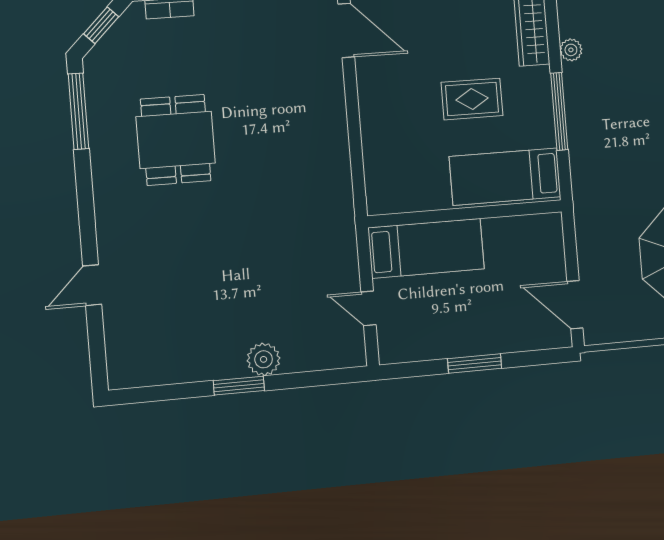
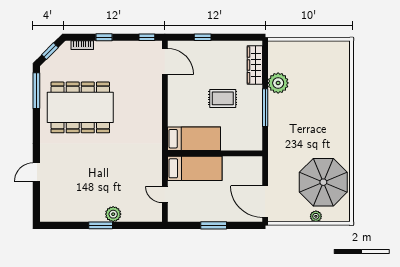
plant: (571, 50) -> (278, 83), width x1.87, depth x1.87
dining table: (176, 140) -> (80, 107), width x1.88, depth x1.24
bed: (505, 177) -> (194, 139), moved, turned 180
door: (575, 305) -> (265, 202), width x1.36

